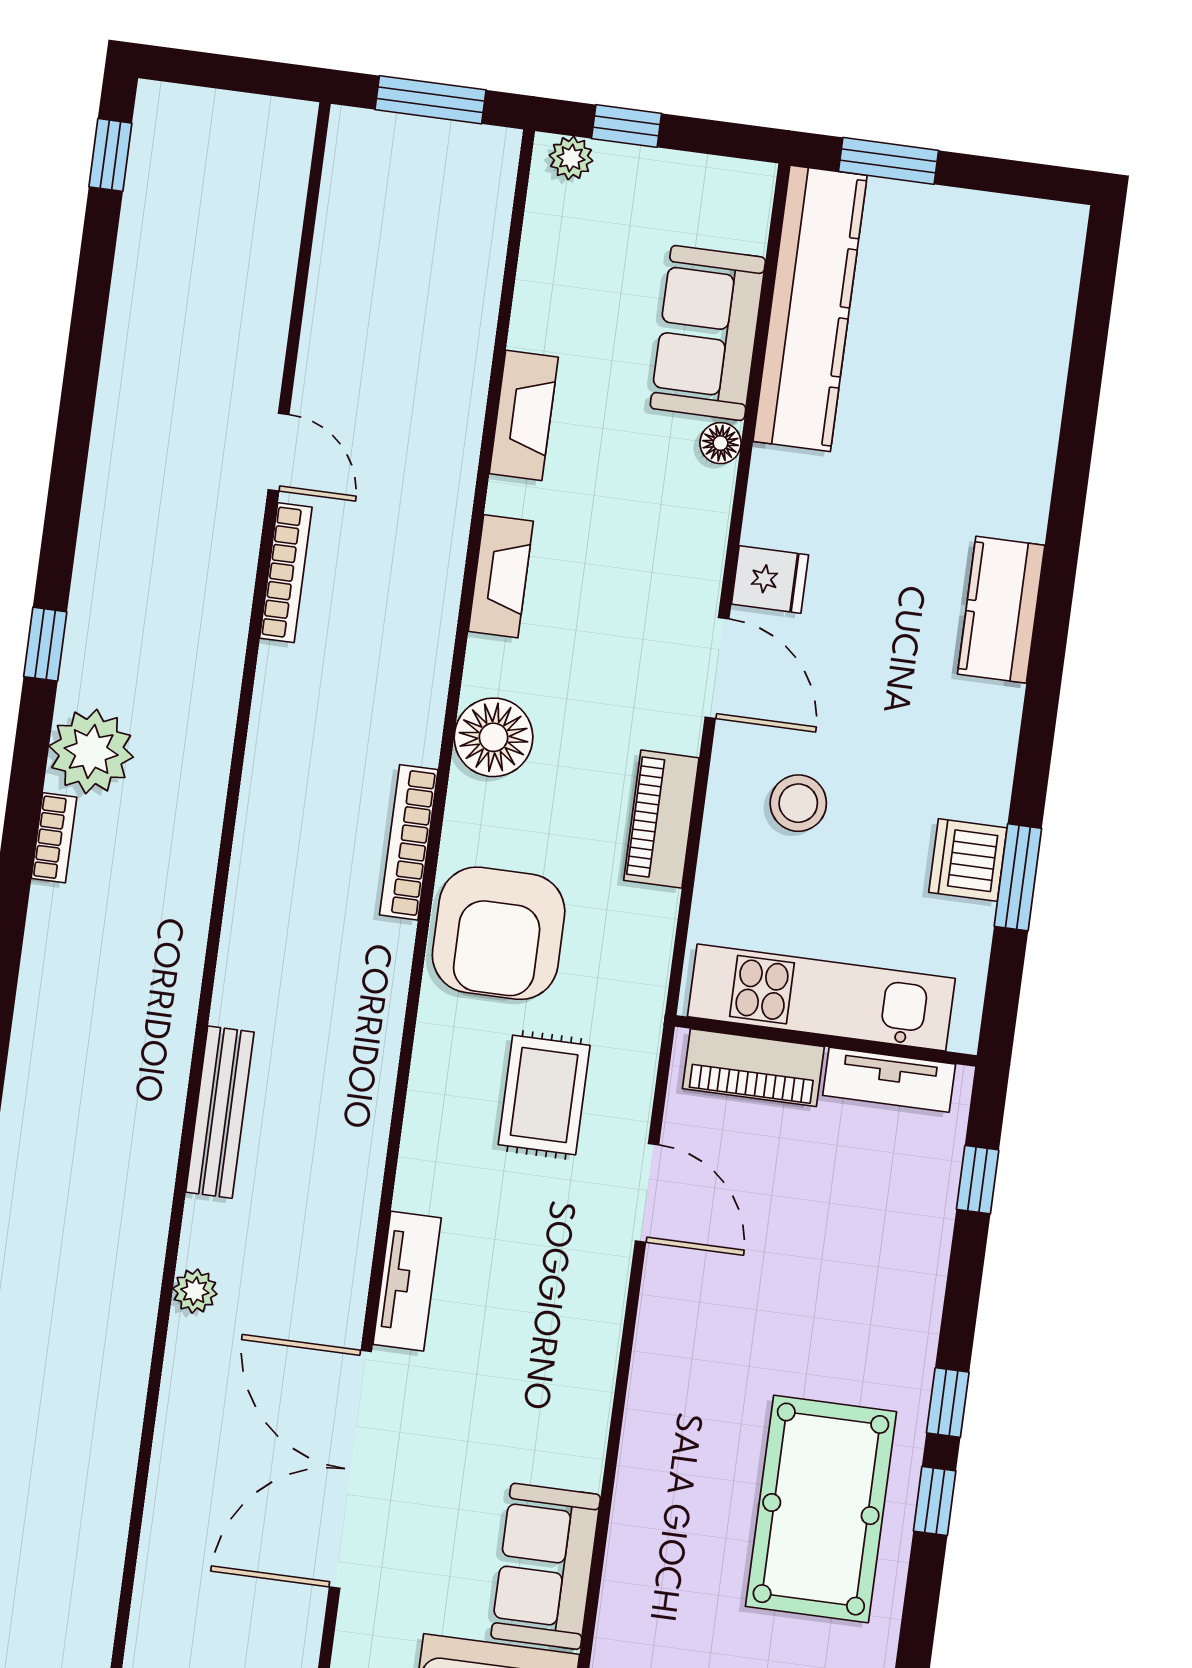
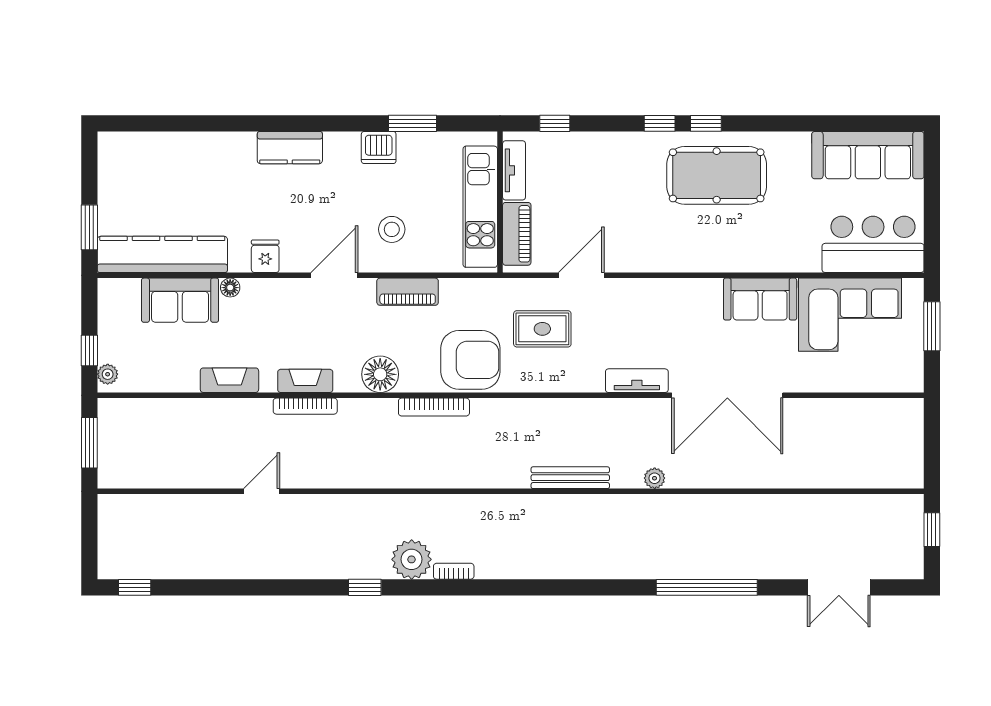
bookcase: (286, 573) -> (305, 406), moved, turned 180
fridge: (770, 580) -> (265, 256), moved
dishwasher: (968, 860) -> (379, 148), moved

